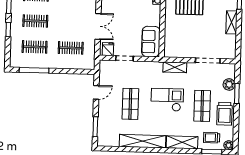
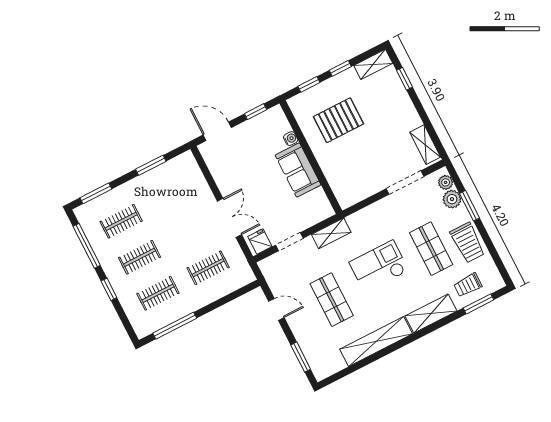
shelving: (231, 22) -> (425, 145), moved
sofa: (151, 42) -> (298, 170), moved
shelving: (175, 67) -> (331, 233), moved
door: (96, 92) -> (276, 309), hinge flipped
plant: (229, 145) -> (446, 182), moved

